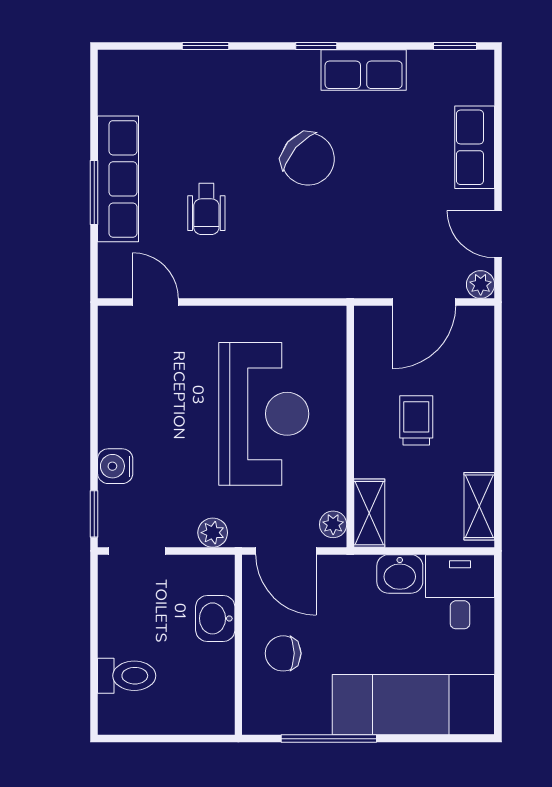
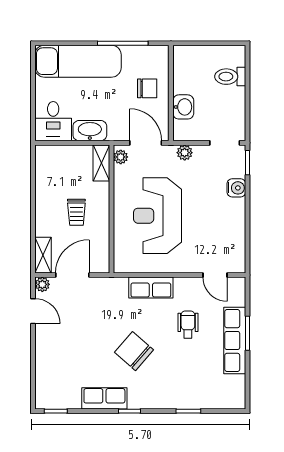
row of seats: (475, 147) -> (151, 287), moved, turned 90
shelving: (479, 506) -> (43, 255), moved
washbasin: (400, 574) -> (90, 131), width x1.38

